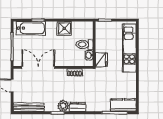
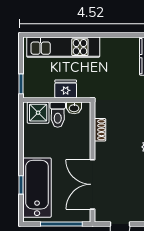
bathtub: (31, 28) -> (37, 188), width x1.36, depth x1.36
shower: (64, 28) -> (38, 113), moved
fridge: (102, 60) -> (66, 89), moved

